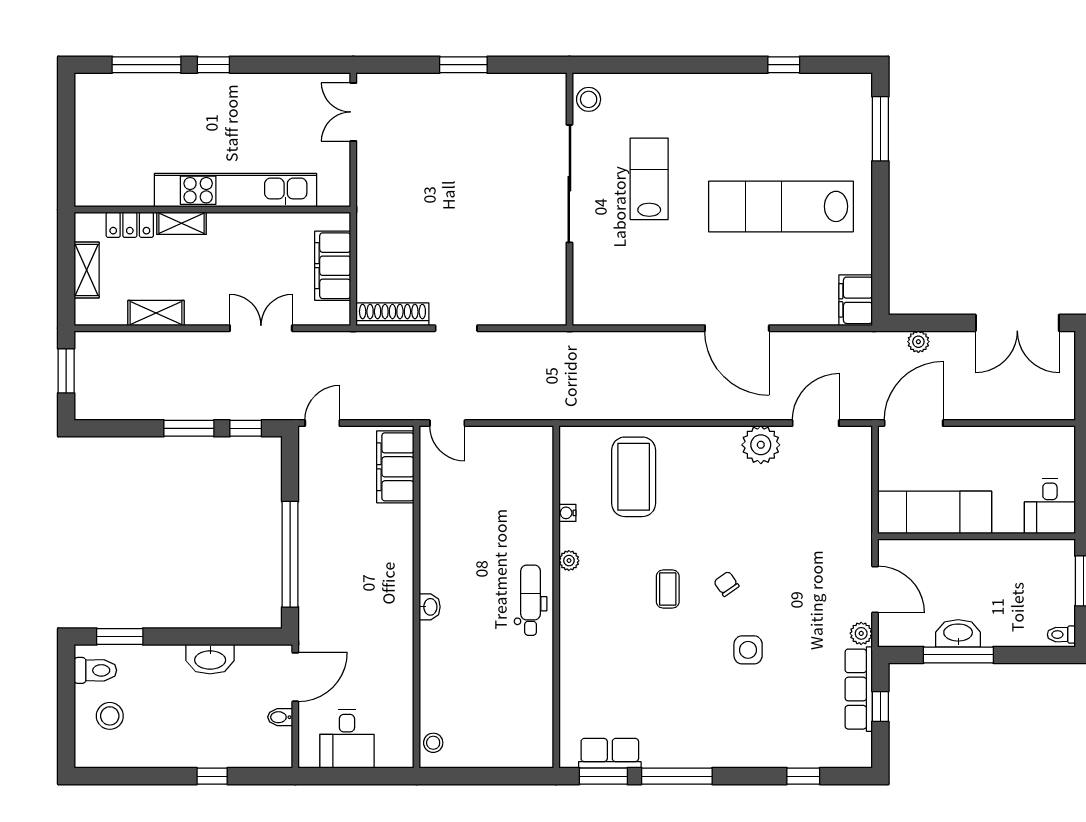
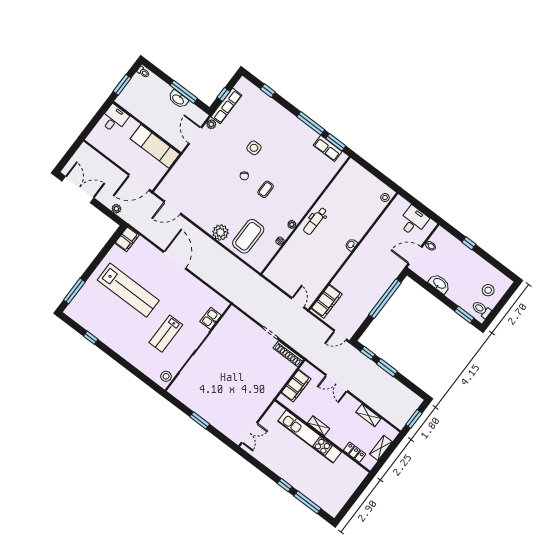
shelving: (181, 223) -> (319, 426), moved
kitchen sink: (588, 270) -> (211, 318), added
plant: (761, 445) -> (220, 232), moved

